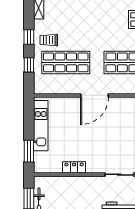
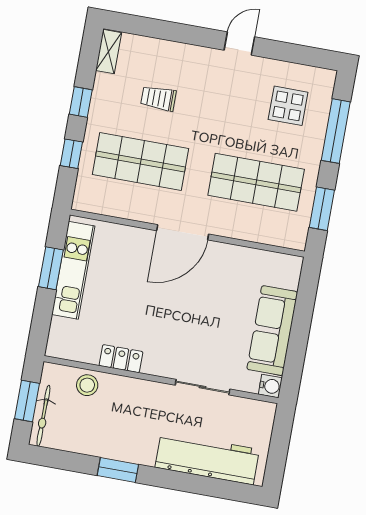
trolley: (49, 40) -> (158, 98), moved
window: (29, 151) -> (51, 268), moved
stool: (59, 184) -> (87, 385), added

